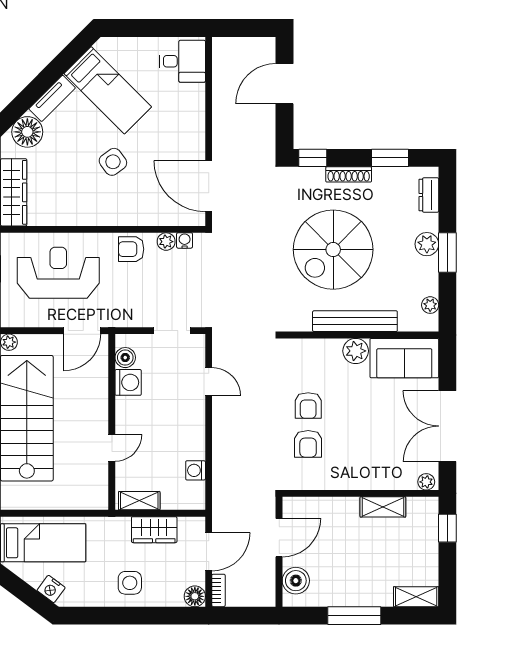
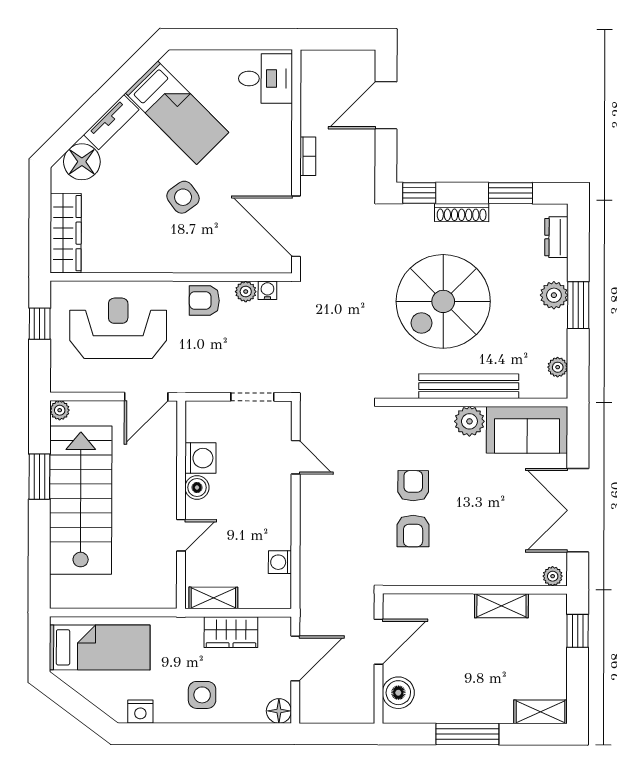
boiler: (125, 358) -> (197, 488), moved
armchair: (308, 406) -> (413, 486), turned 180
nightstand: (51, 589) -> (140, 712), moved, turned -37
bookcase: (218, 590) -> (308, 156), moved

